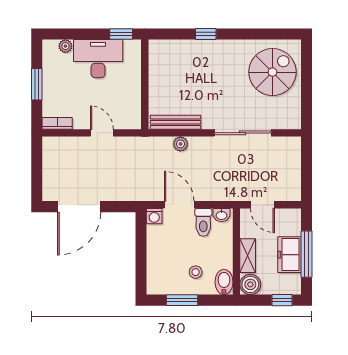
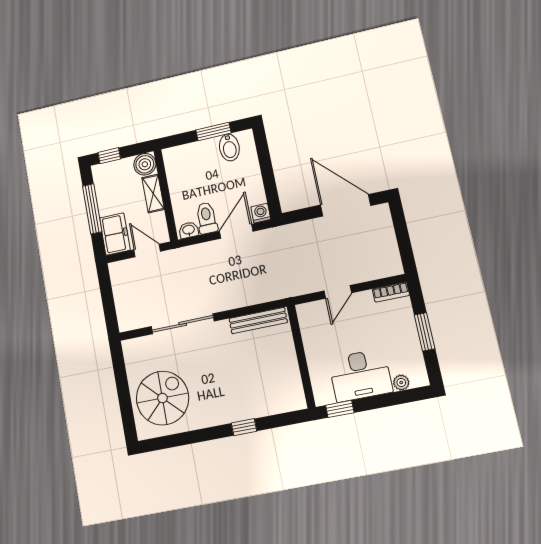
spiral stairs: (272, 72) -> (162, 398), turned 180
door: (102, 133) -> (338, 292), hinge flipped
plant: (180, 144) -> (248, 298), removed
door: (179, 205) -> (236, 231), swing flipped
door: (79, 207) -> (346, 205), hinge flipped
freezer: (289, 255) -> (115, 234), moved
stool: (196, 272) -> (205, 164), removed
bidet: (224, 282) -> (229, 147), moved

